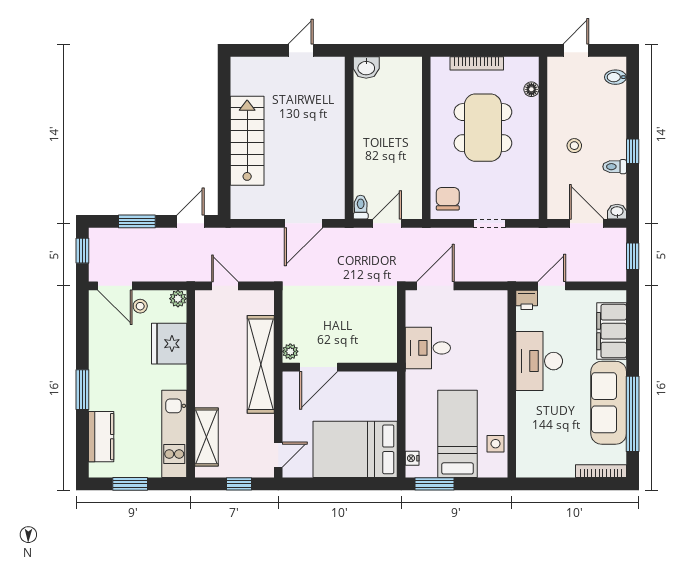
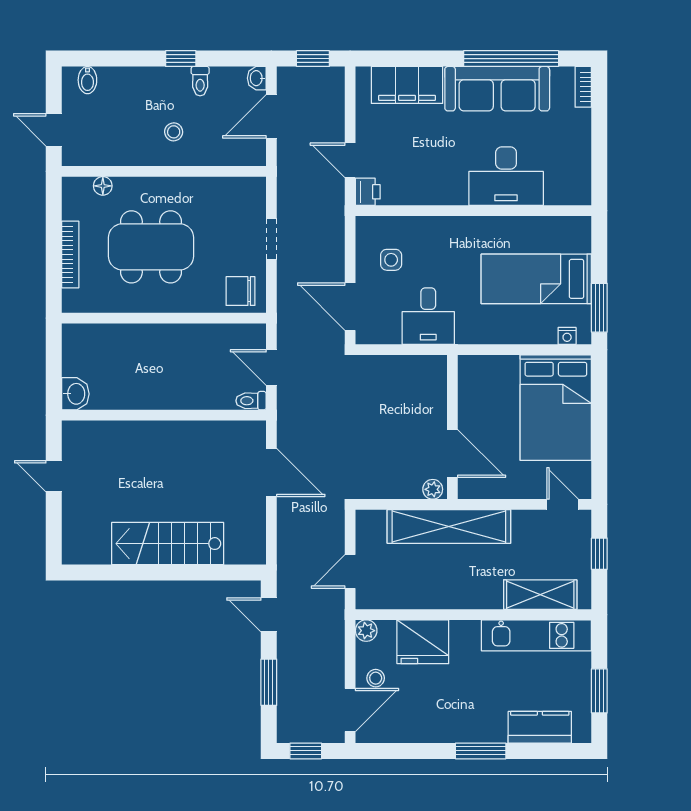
desk: (539, 361) -> (506, 176), moved
side table: (496, 444) -> (391, 260), moved
bookcase: (601, 471) -> (583, 87), width x0.64

